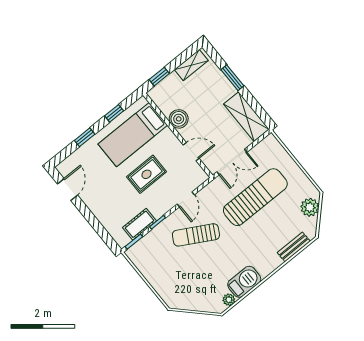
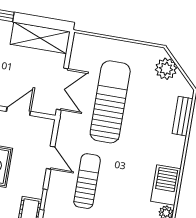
sun lounger: (196, 235) -> (87, 181), turned 151

